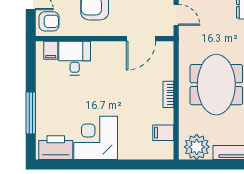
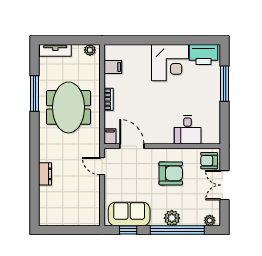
door: (141, 39) -> (132, 146), hinge flipped
filing cabinet: (51, 50) -> (110, 136), moved
plant: (197, 147) -> (90, 50), width x0.53, depth x0.53

